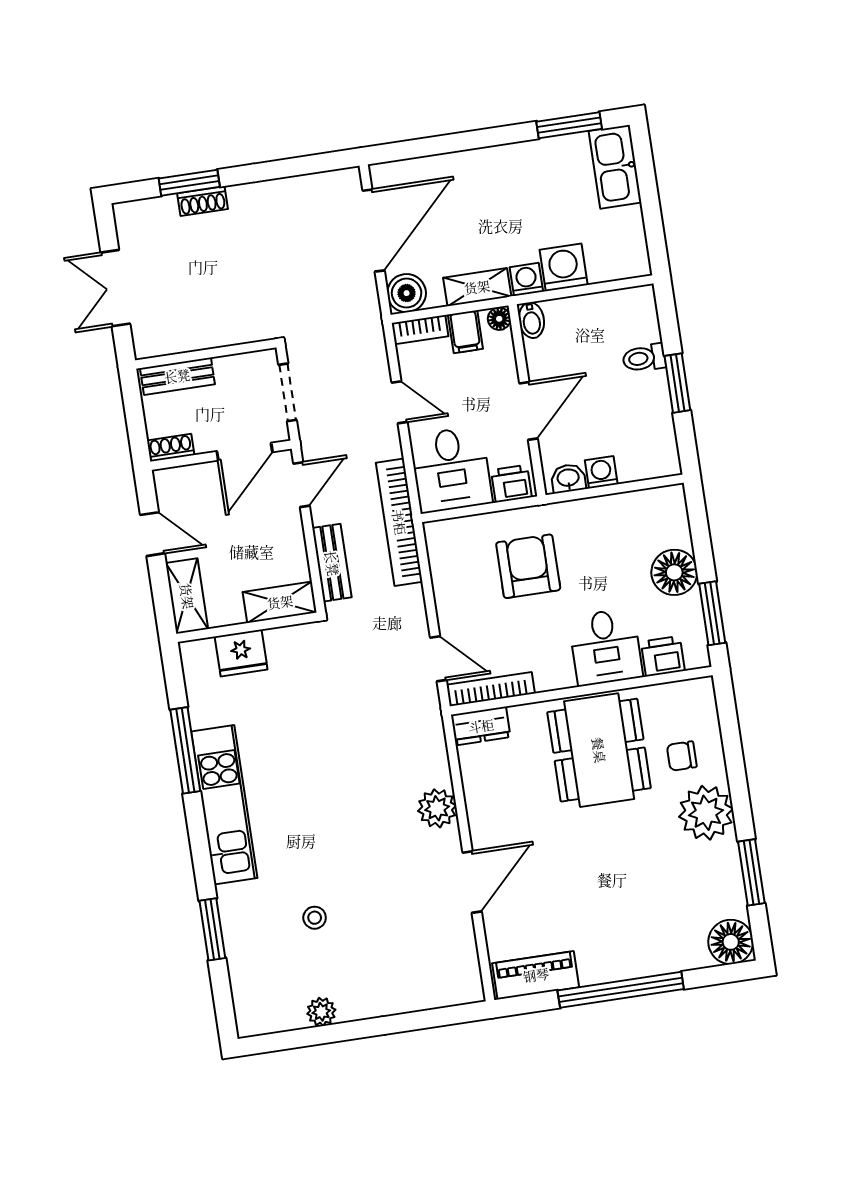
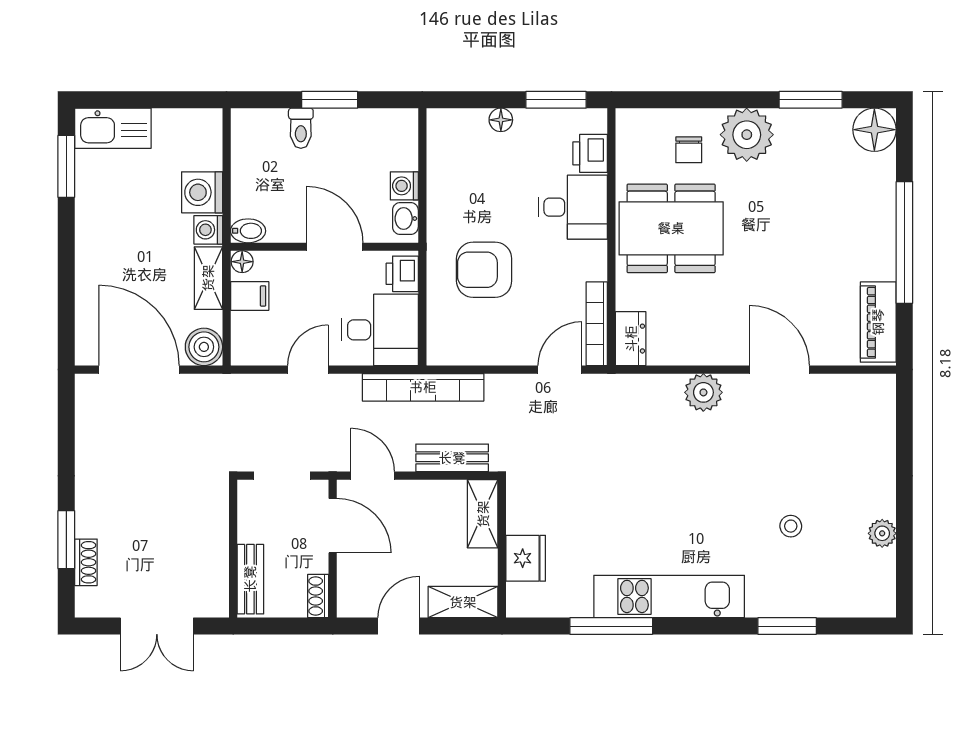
shoe rack: (203, 201) -> (86, 562), moved
bookcase: (420, 330) -> (241, 339), removed
floor lamp: (674, 572) -> (501, 120), width x0.53, depth x0.53

